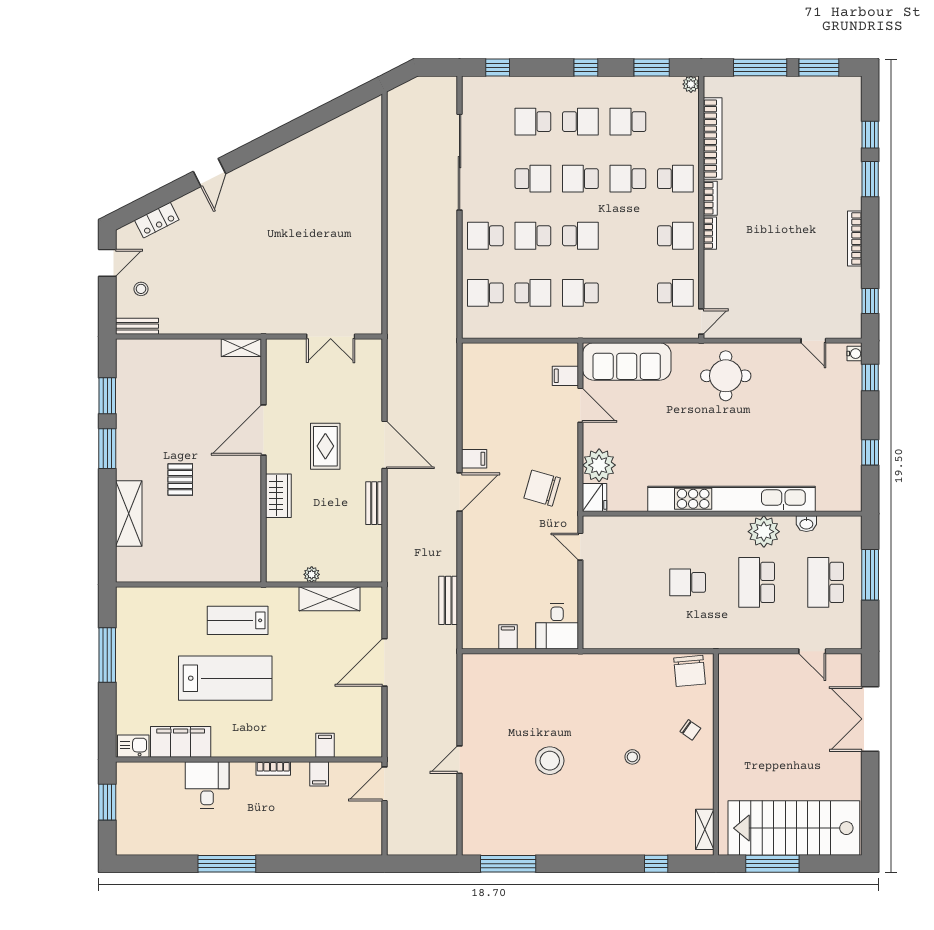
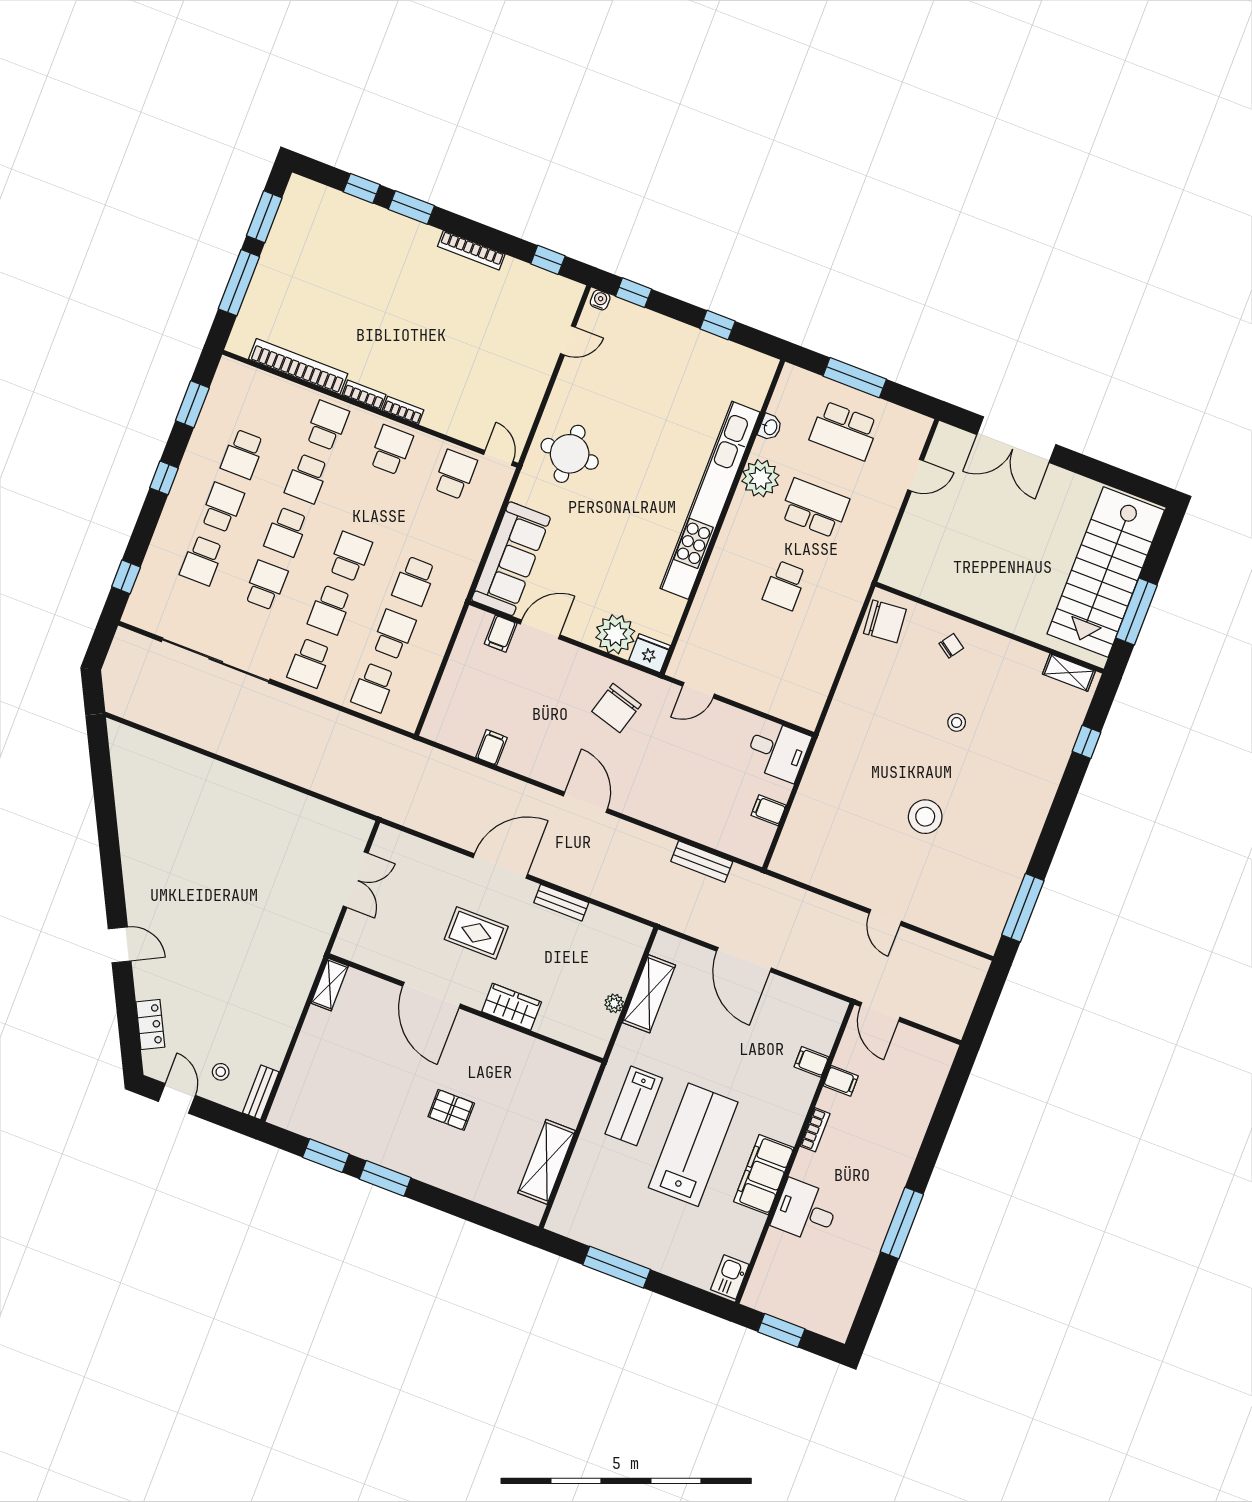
plant: (691, 84) -> (228, 367), removed
filing cabinet: (474, 459) -> (492, 747), moved
shelving: (129, 513) -> (547, 1162), moved, turned 90
school desk: (757, 582) -> (814, 508), turned 180
filing cabinet: (181, 742) -> (764, 1175), moved

